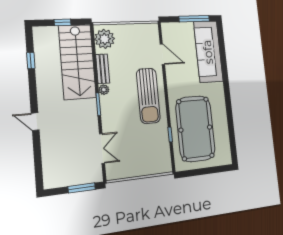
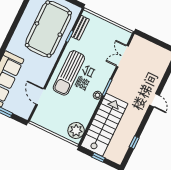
bench: (103, 69) -> (80, 28), moved
sun lounger: (148, 96) -> (69, 73), turned 180
window: (82, 188) -> (151, 39), removed

